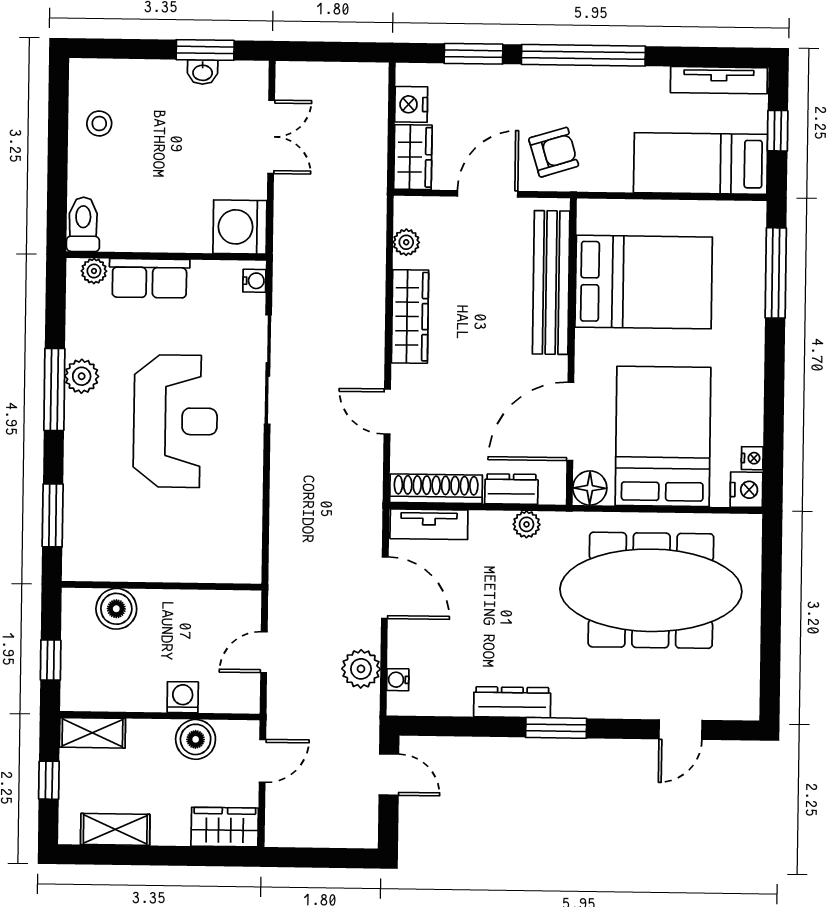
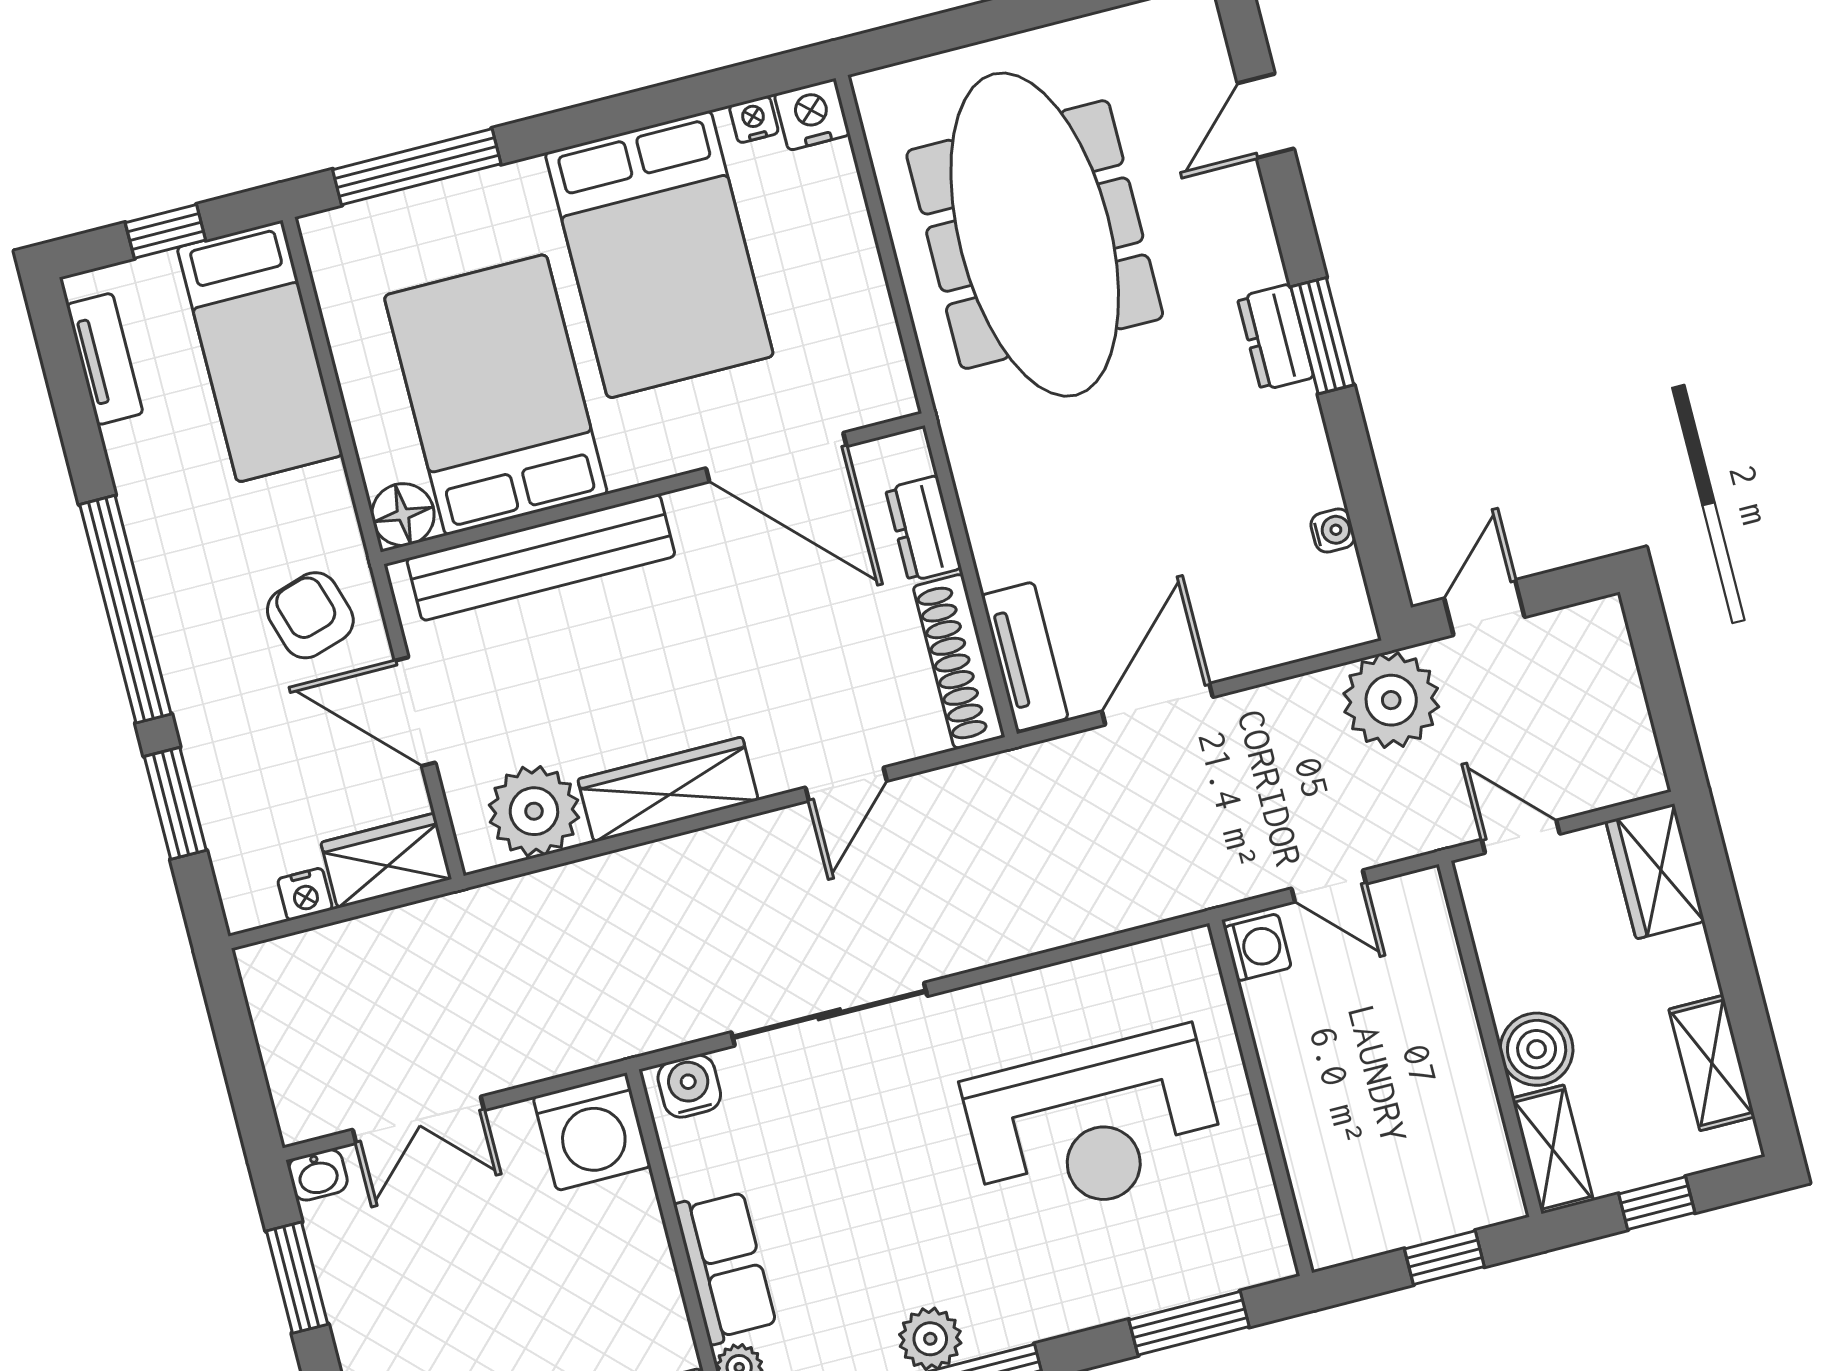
washbasin: (203, 72) -> (318, 1175), moved, turned 90
tv unit: (719, 80) -> (105, 359), width x0.71
nightstand: (411, 104) -> (305, 894), width x0.72, depth x0.74
double door: (271, 137) -> (418, 1120), swing flipped
plant: (406, 242) -> (534, 811), width x1.87, depth x1.87
water cooler: (254, 281) -> (689, 1086), width x1.38, depth x1.38
reception desk: (175, 421) -> (1094, 1125), moved, turned 180
bed: (663, 436) -> (659, 254), moved, turned -90
floor lamp: (590, 488) -> (403, 515), moved
plant: (527, 524) -> (978, 485), removed
boiler: (116, 609) -> (1323, 1167), removed
plant: (361, 669) -> (1391, 700), moved, width x1.36, depth x1.36
water cooler: (398, 680) -> (1333, 531), moved, turned -90
washing machine: (183, 697) -> (1257, 947), moved, turned 180
dresser: (512, 702) -> (1276, 337), moved, width x0.70
door: (681, 730) -> (1266, 116), swing flipped
boiler: (196, 739) -> (1537, 1049), moved

